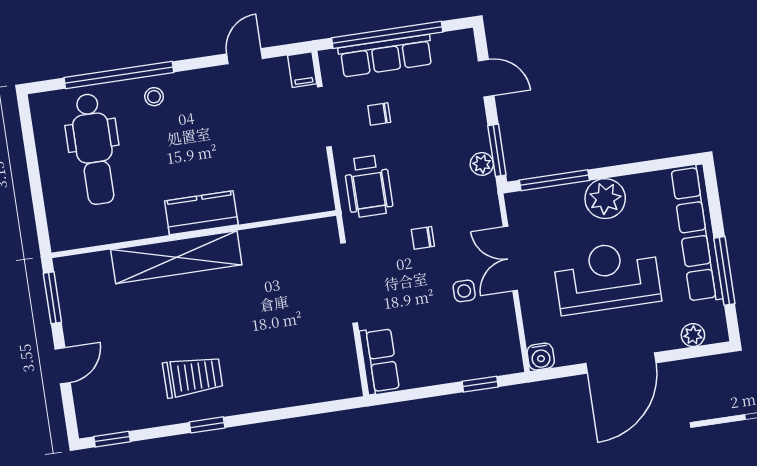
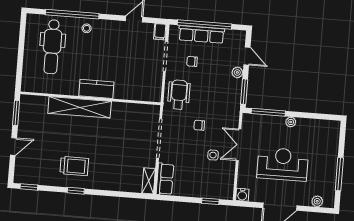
plant: (482, 164) -> (237, 72), moved
wheelchair: (368, 186) -> (179, 95), turned 180
plant: (605, 199) -> (291, 122), width x0.53, depth x0.53
row of seats: (697, 234) -> (330, 153), removed
shelving: (348, 372) -> (149, 181), added

